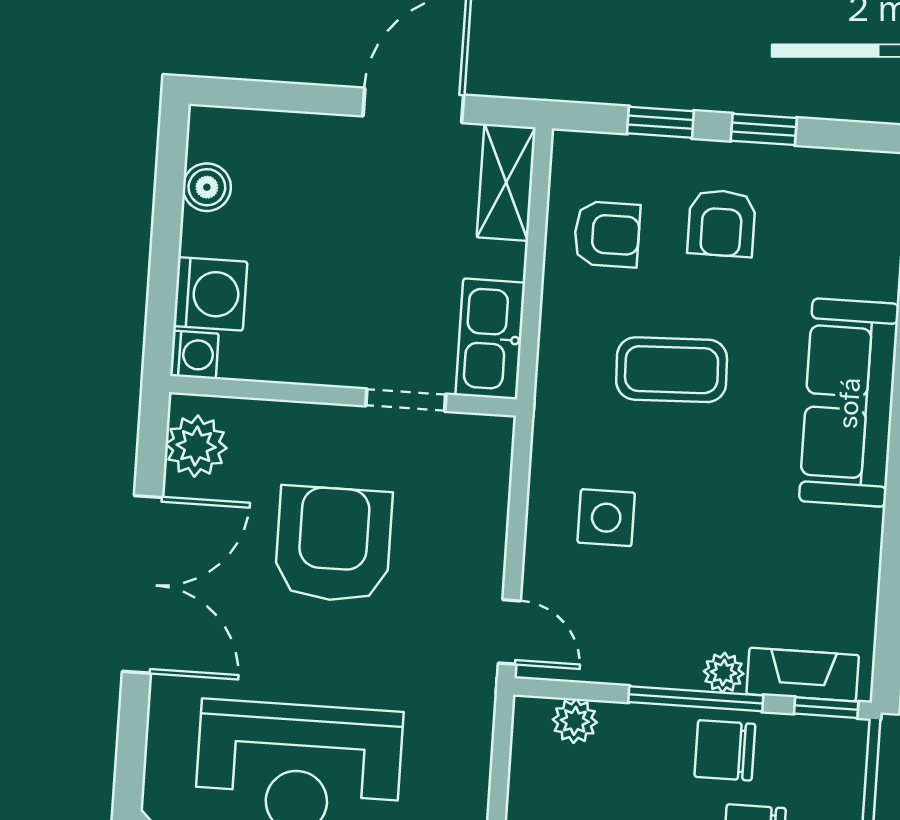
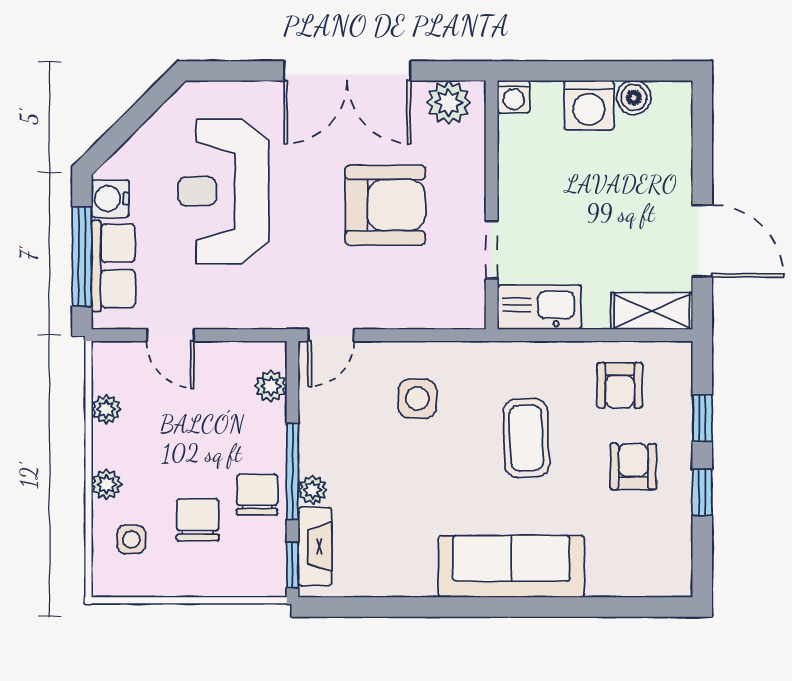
armchair: (722, 223) -> (633, 467), turned 90
washing machine: (210, 294) -> (589, 105), moved

